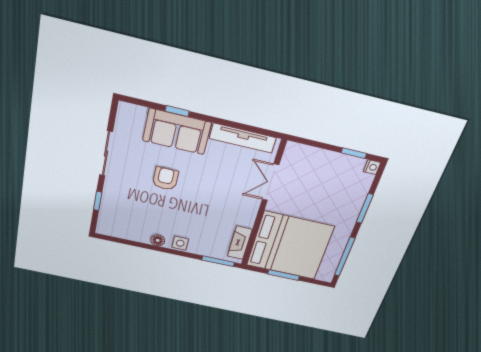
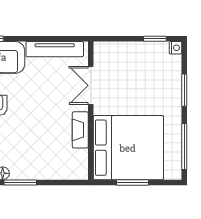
side table: (180, 243) -> (24, 171), removed
fireplace: (240, 243) -> (80, 130), moved
window: (218, 261) -> (20, 183), moved

